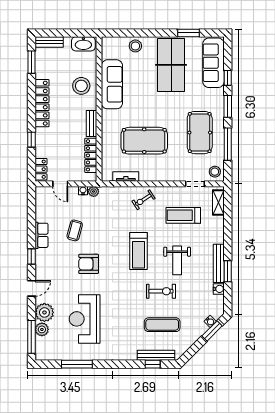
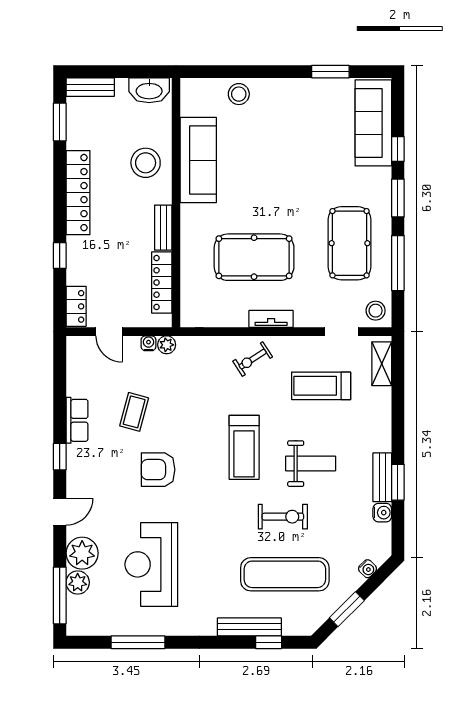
table tennis table: (171, 65) -> (300, 127), removed
tv unit: (126, 176) -> (271, 319), moved
weight bench: (177, 260) -> (311, 464), turned -90
bench: (219, 263) -> (382, 477), width x0.73
exercise mat: (162, 325) -> (285, 574), width x1.36, depth x1.45
window: (212, 331) -> (347, 609), moved
bench: (156, 355) -> (249, 627), moved

